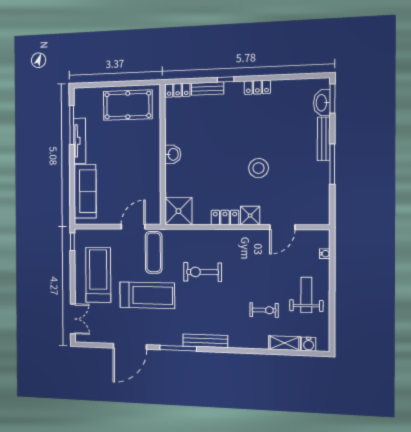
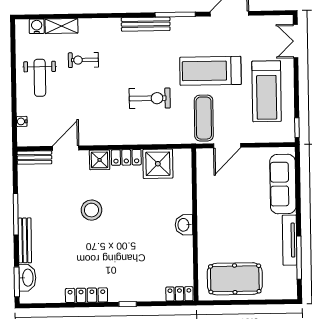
locker: (257, 87) -> (86, 295), width x1.53
bench: (208, 89) -> (34, 158), moved
shower: (178, 211) -> (158, 164), moved

